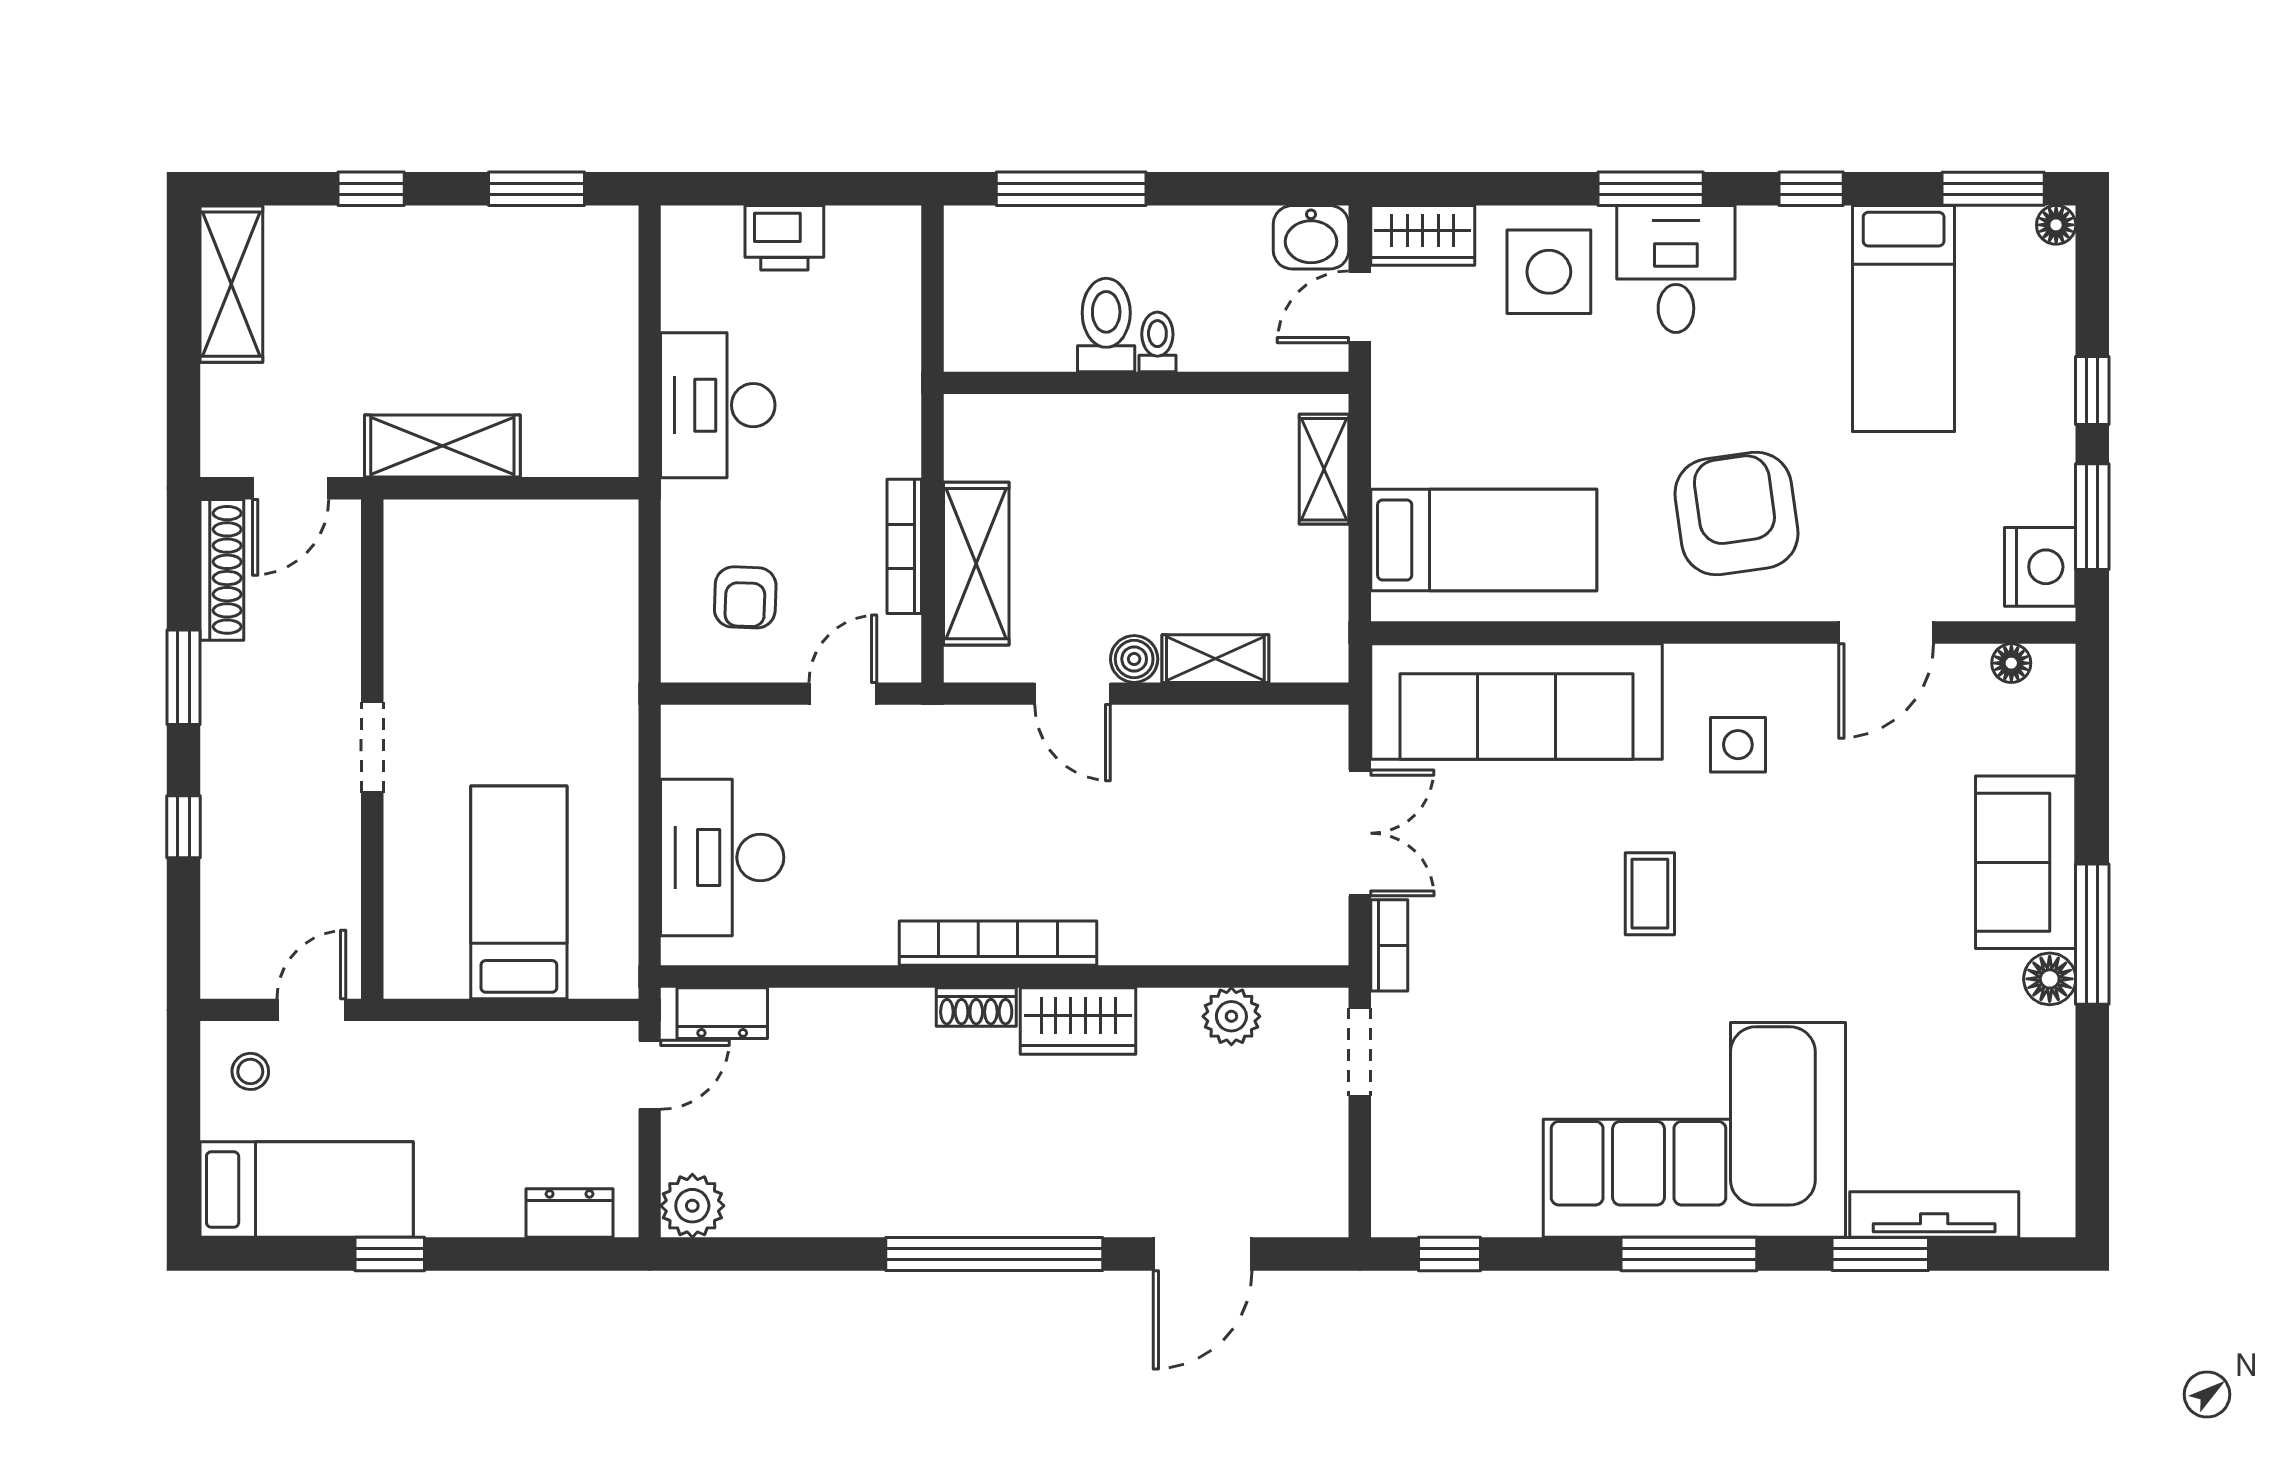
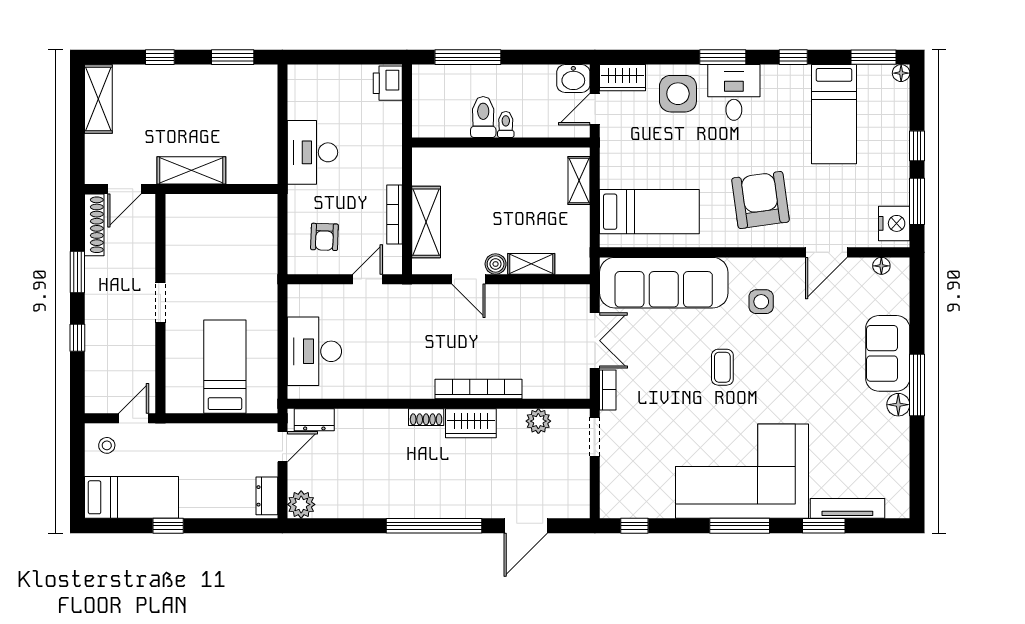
printer: (784, 238) -> (388, 83), moved, turned 90
bookcase: (998, 943) -> (479, 389), moved
dresser: (570, 1213) -> (267, 496), moved, turned -90

